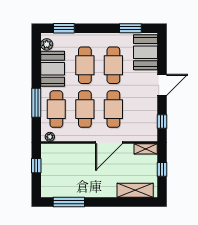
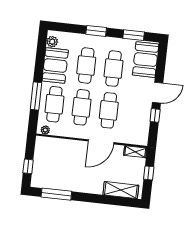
window: (64, 28) -> (96, 31), moved
window: (162, 122) -> (155, 115), moved
window: (36, 166) -> (28, 166), moved

